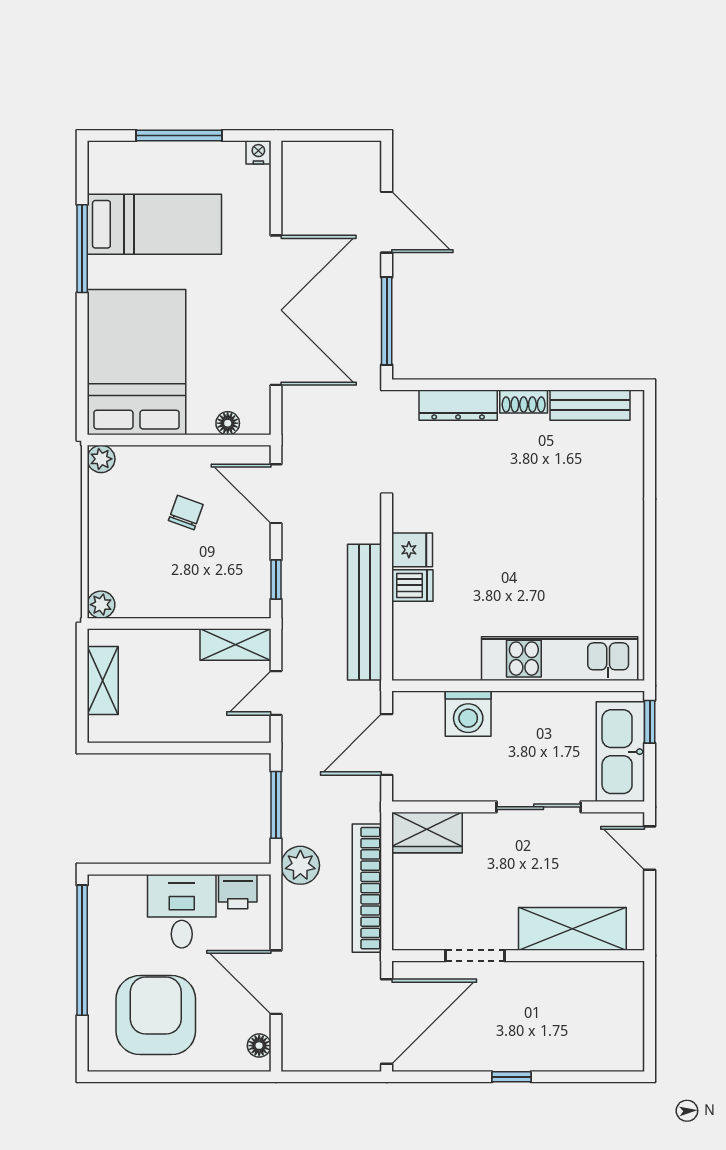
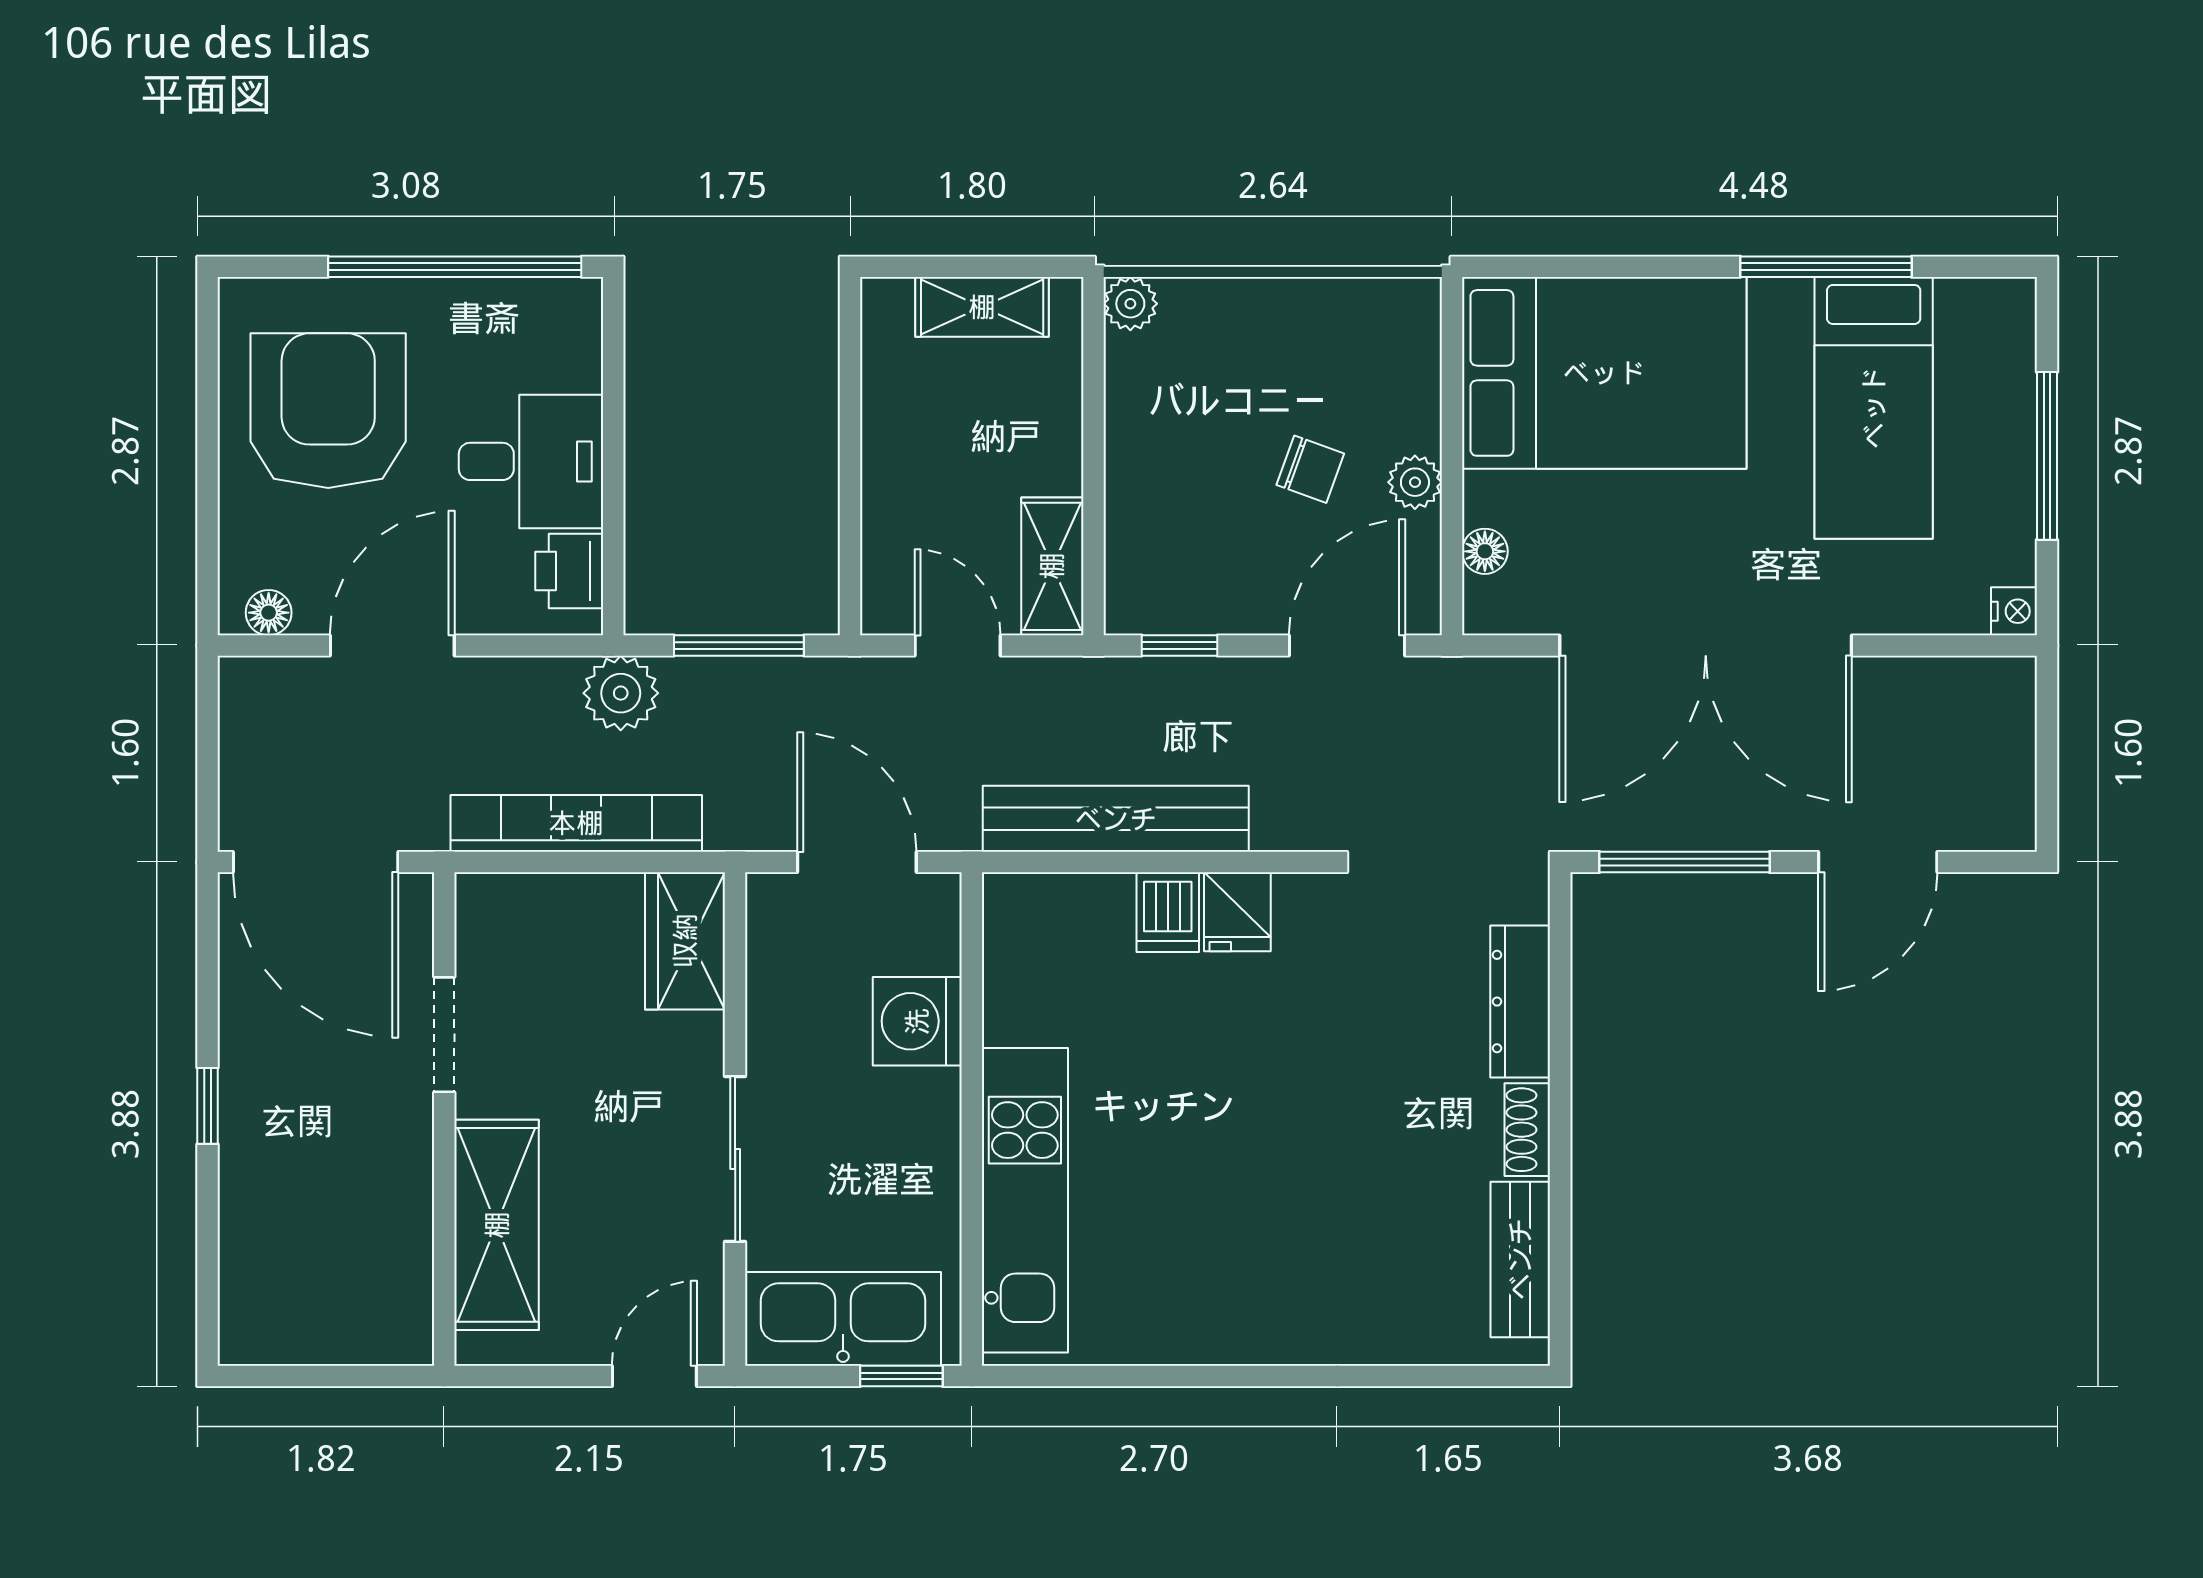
plant: (101, 459) -> (1415, 482), moved
armchair: (156, 1015) -> (328, 411), turned -90

